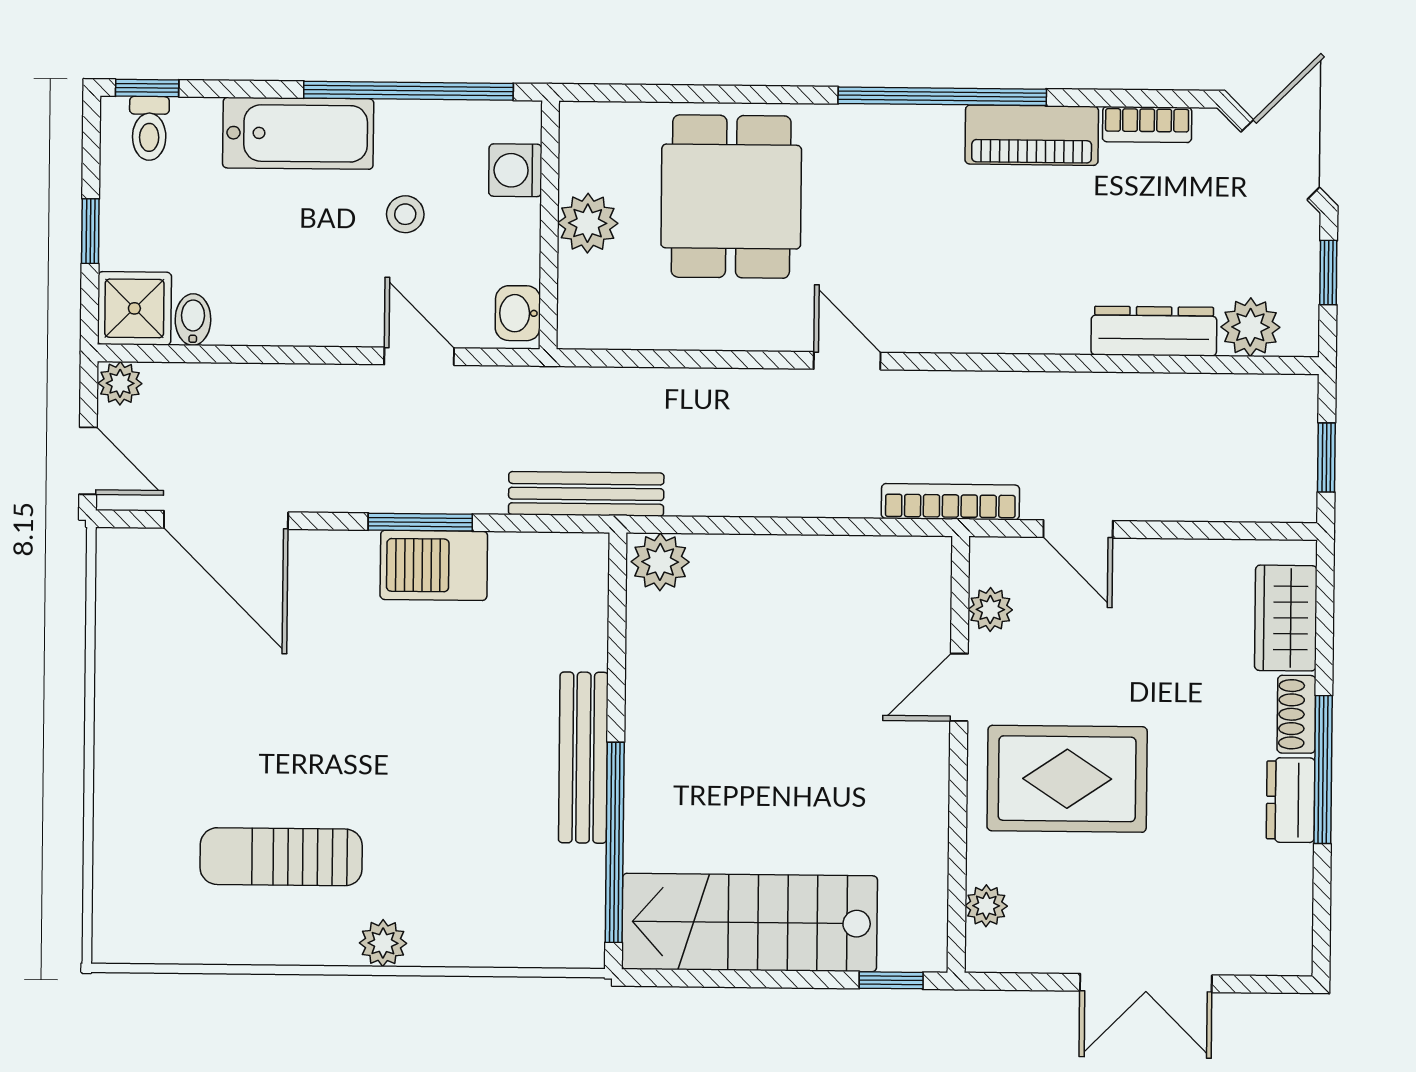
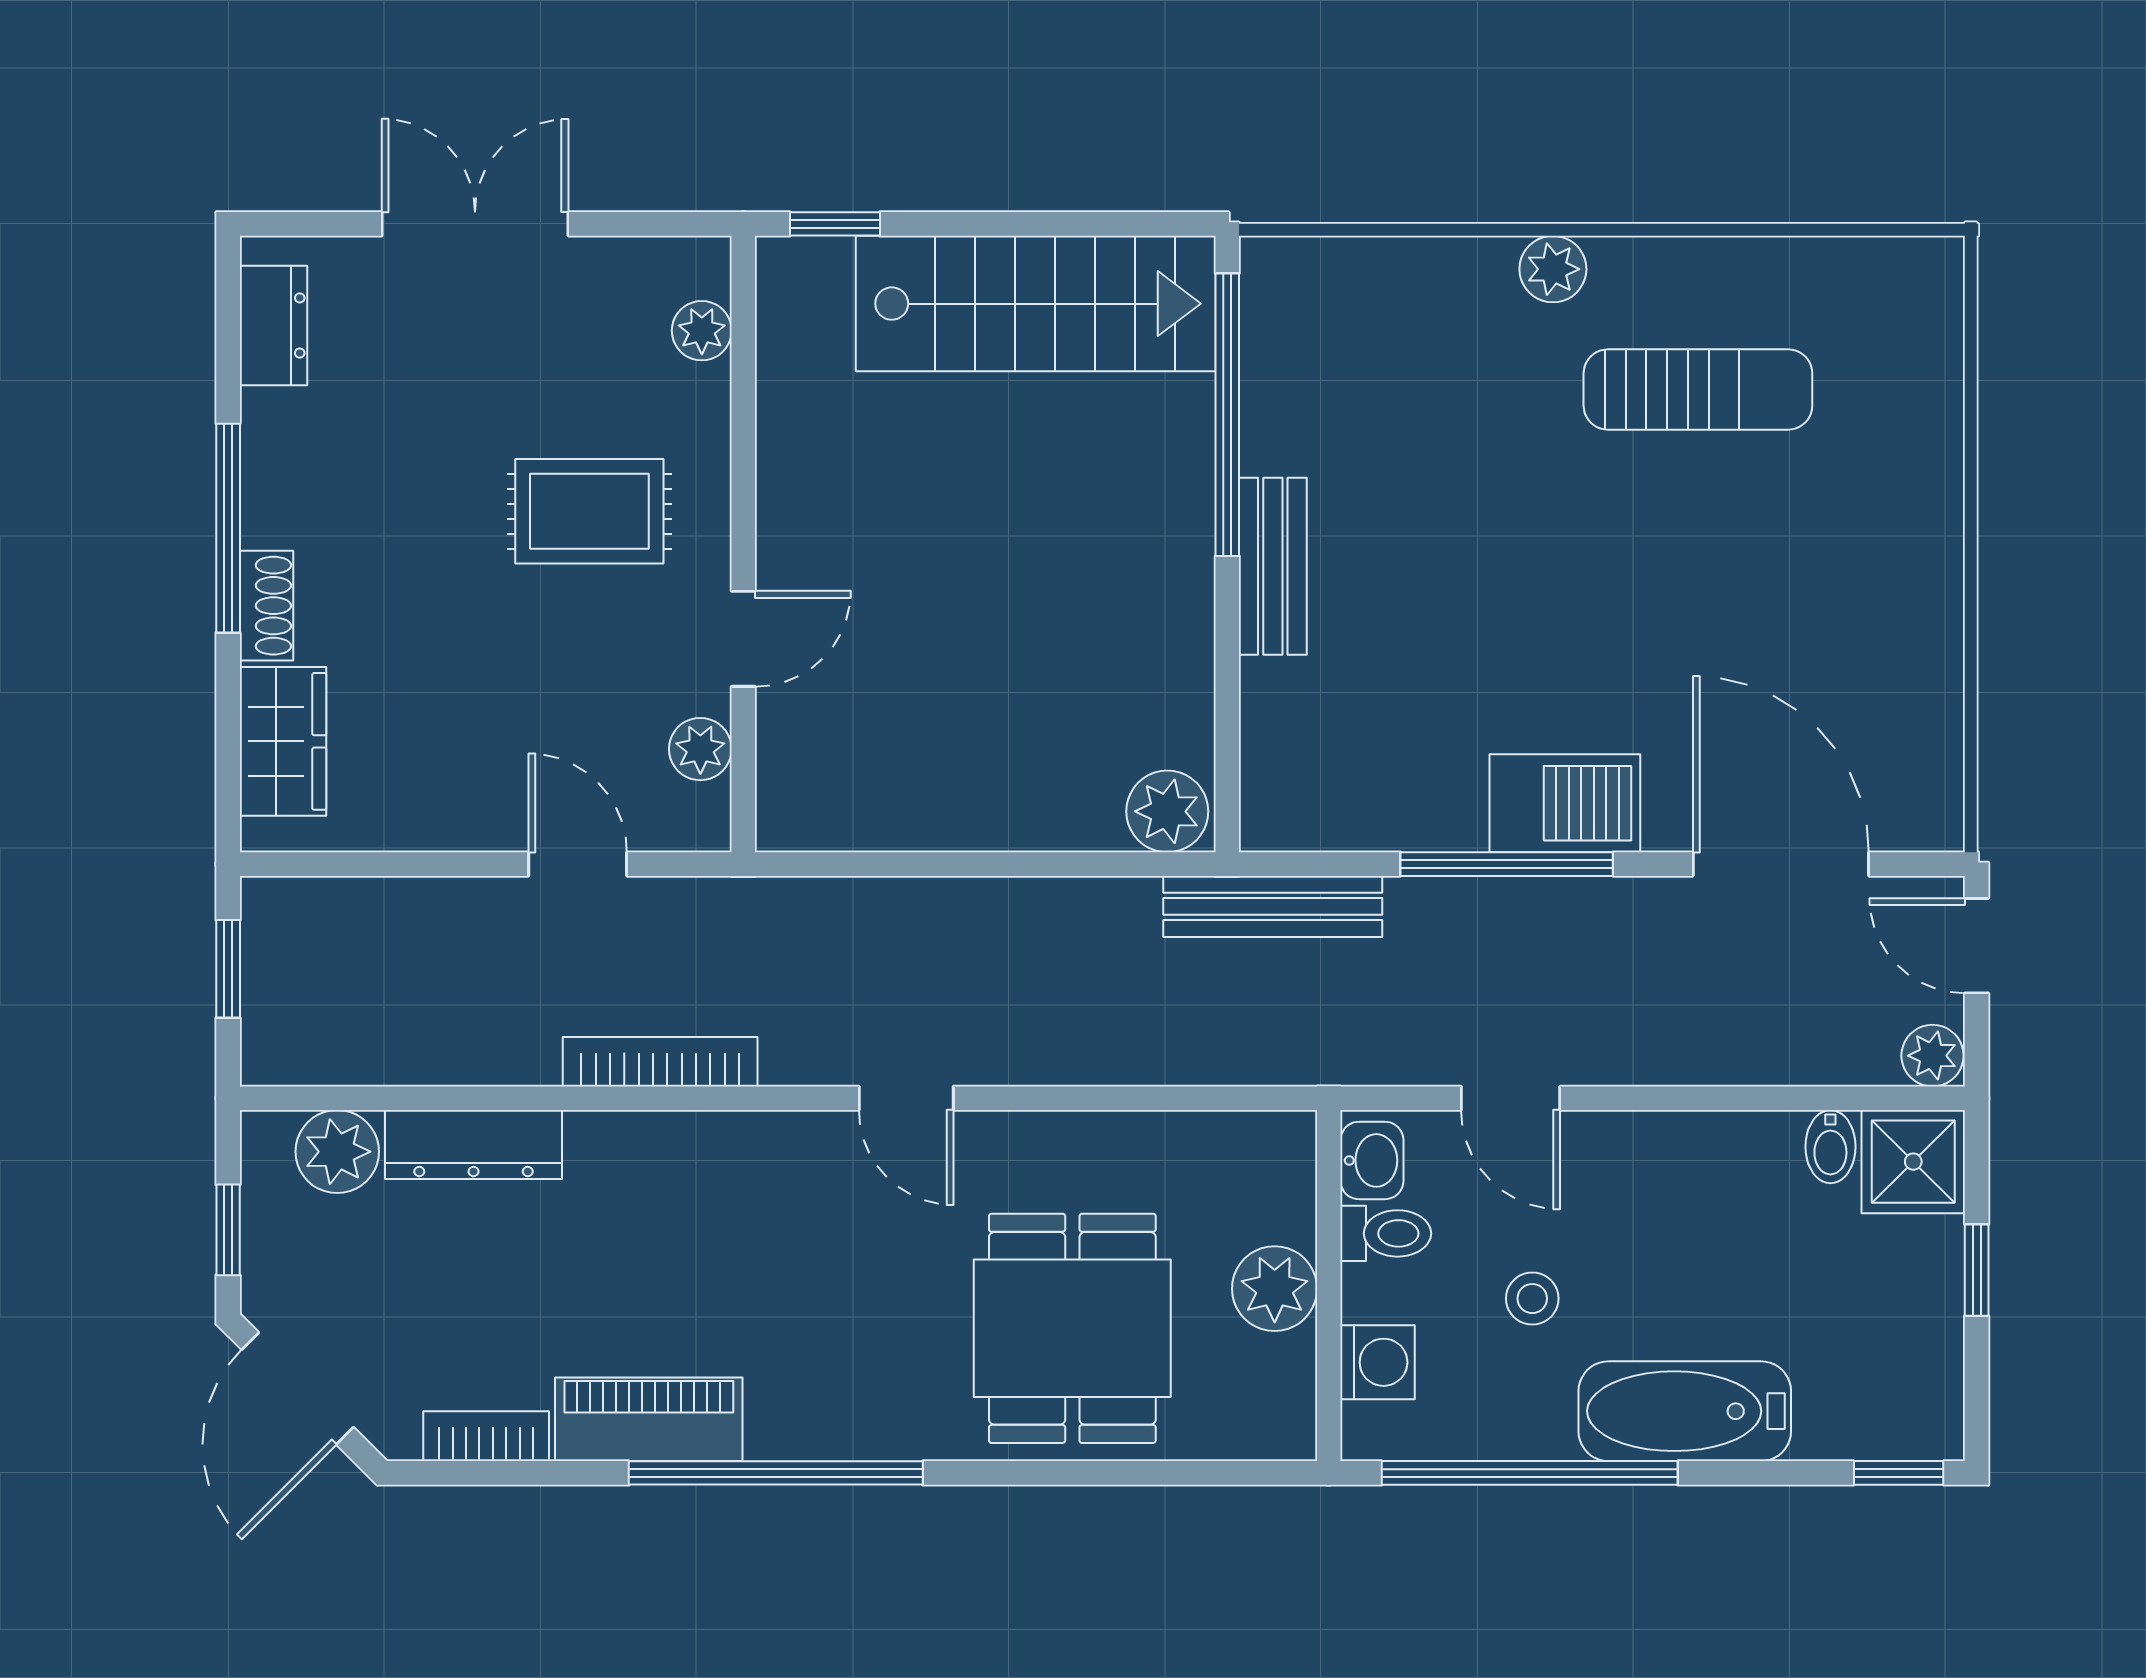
toilet: (149, 128) -> (1386, 1233), moved, turned 90
bookcase: (950, 502) -> (660, 1062), moved, turned 180
window: (420, 522) -> (1507, 864), width x1.44
barbecue: (434, 565) -> (1565, 803), moved
bench: (583, 758) -> (1273, 566), width x0.73
rug: (1067, 779) -> (589, 511), width x0.73, depth x0.70
dresser: (1291, 800) -> (273, 325), moved

